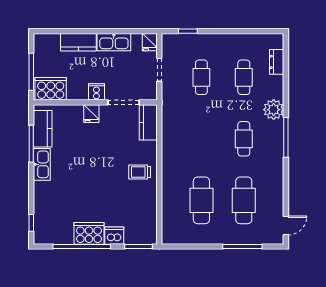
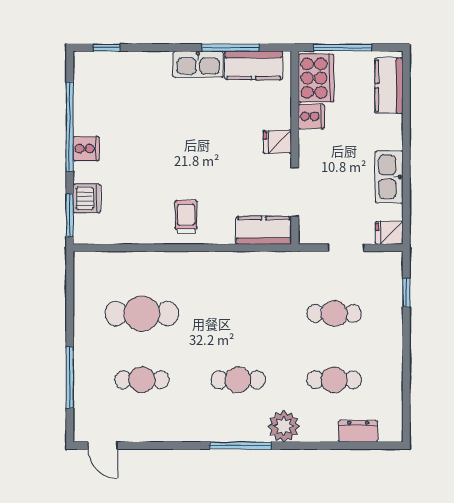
kitchen counter: (78, 42) -> (389, 86), moved
cooker: (96, 92) -> (311, 116), moved
cafe table: (244, 200) -> (142, 380), width x0.73, depth x0.74
cooker: (89, 233) -> (86, 149), width x0.53, depth x0.76
dishwasher: (114, 236) -> (87, 199), moved

